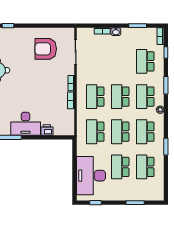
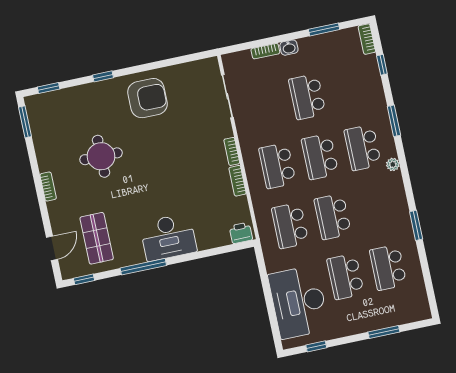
armchair: (46, 49) -> (148, 98), moved, turned 180
school desk: (145, 61) -> (307, 97), moved
printer: (47, 130) -> (241, 233), moved
school desk: (145, 132) -> (375, 208), removed

